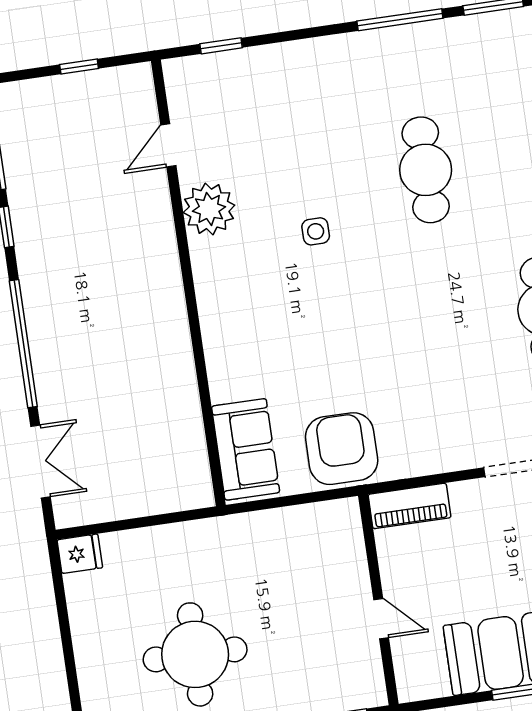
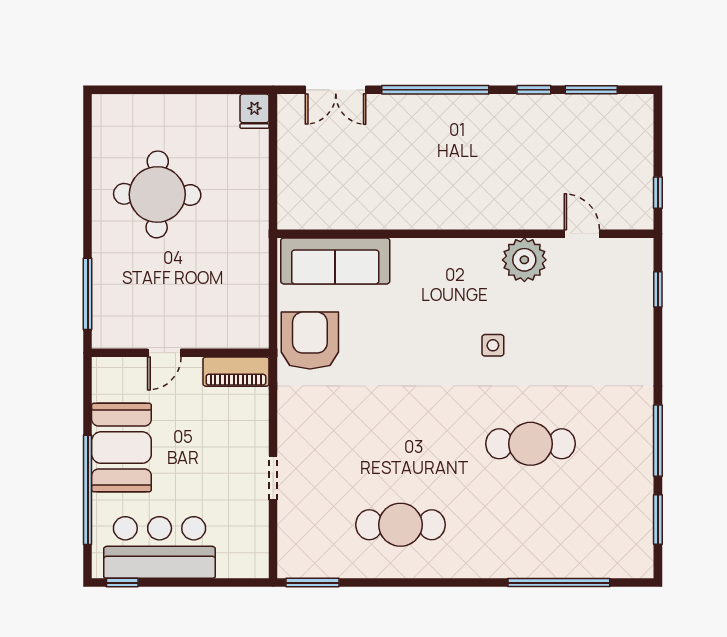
window: (79, 67) -> (658, 193), moved
sofa: (246, 449) -> (335, 261), width x1.36
armchair: (342, 449) -> (310, 341), turned -90
piano: (410, 506) -> (236, 372), moved, turned -90

